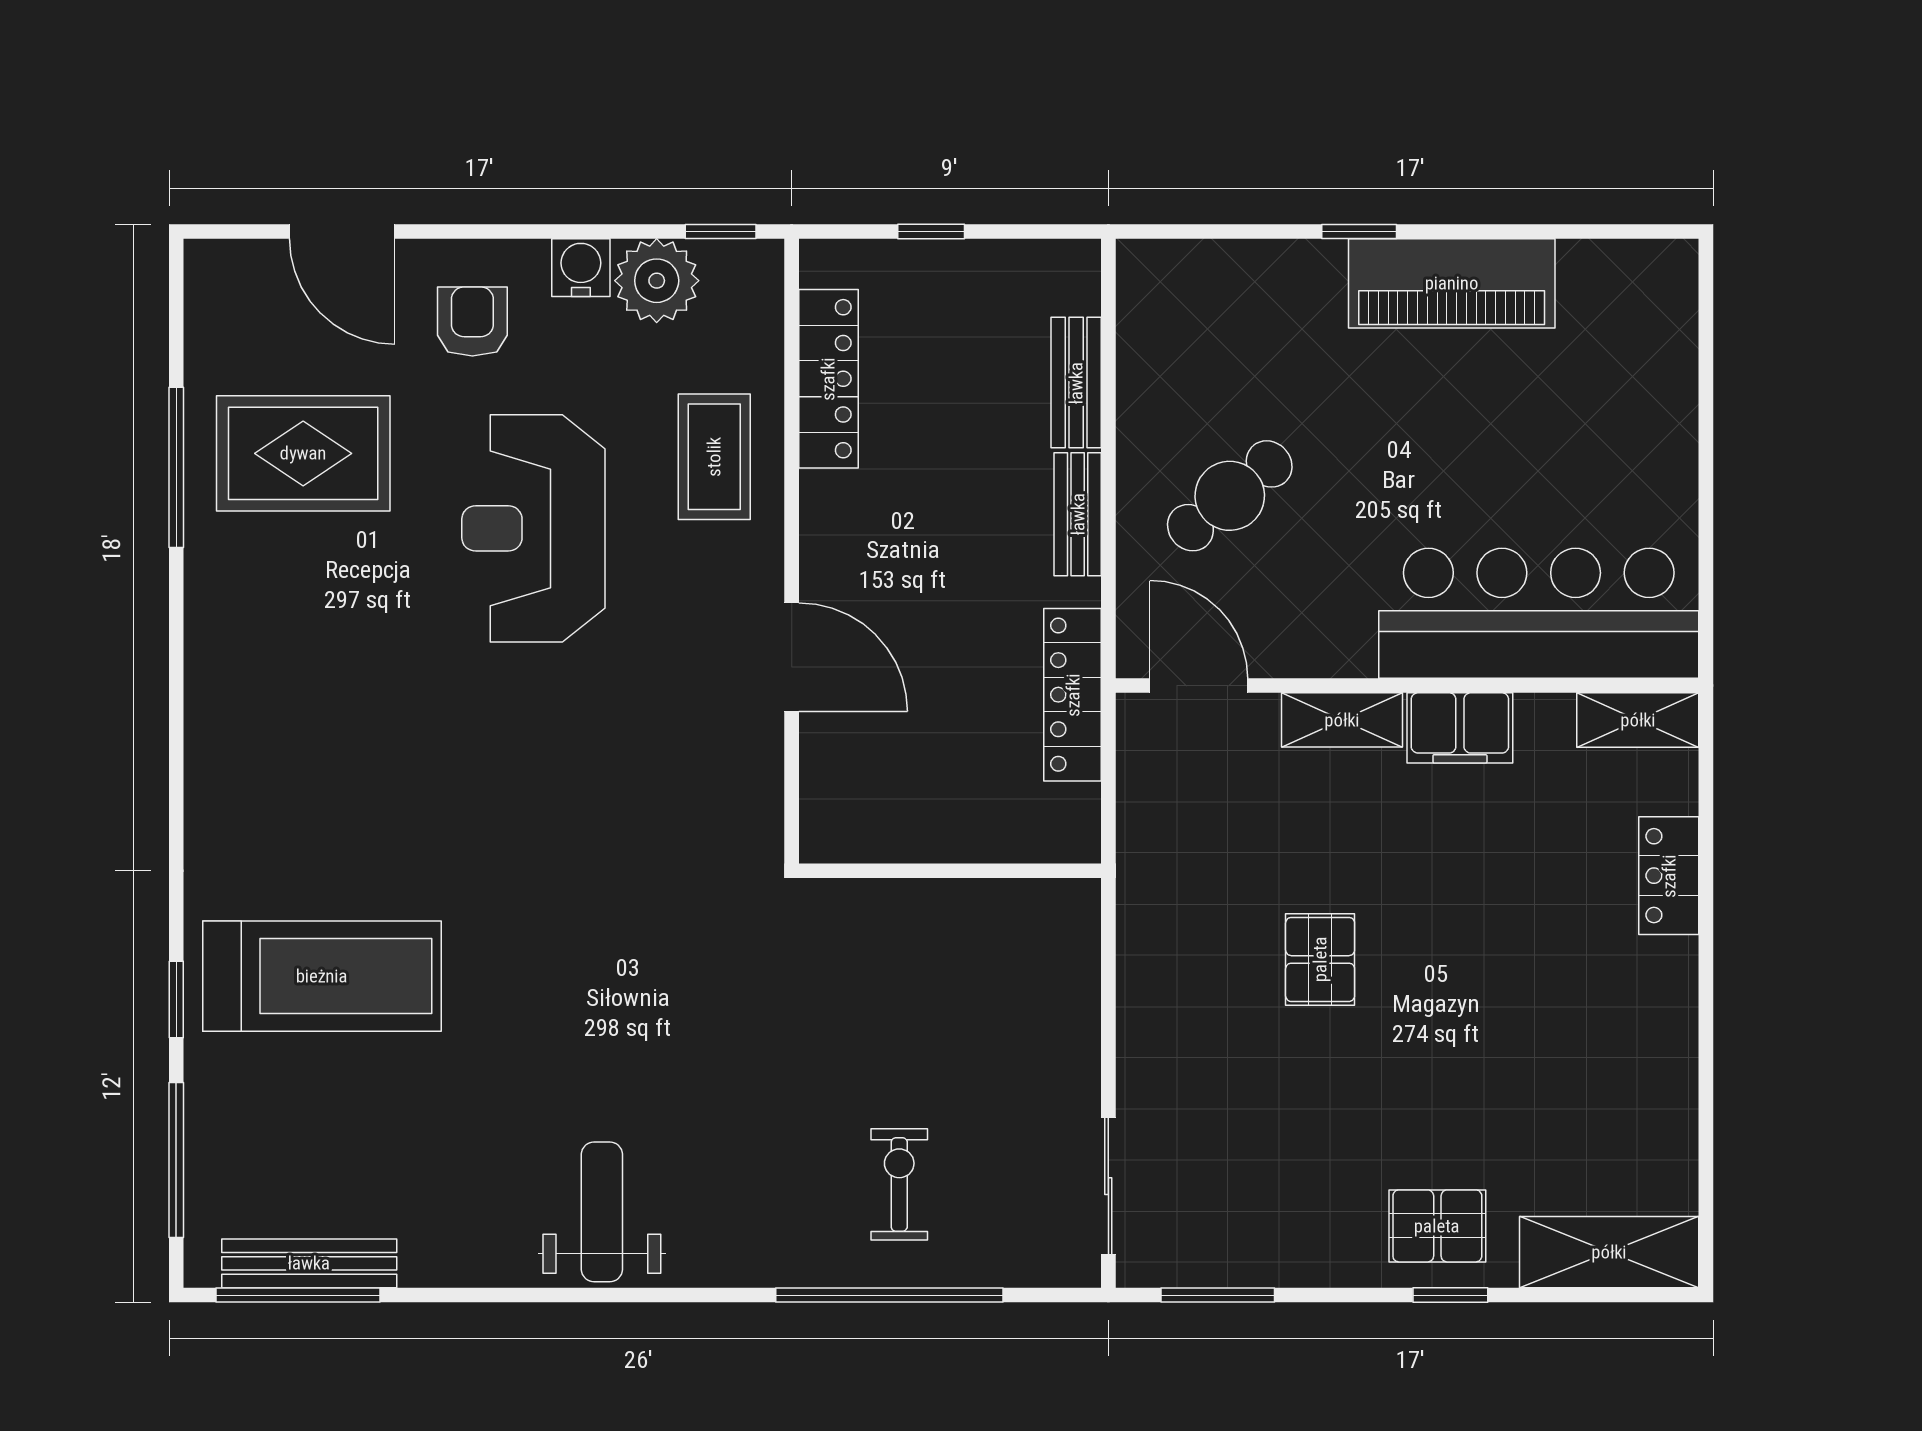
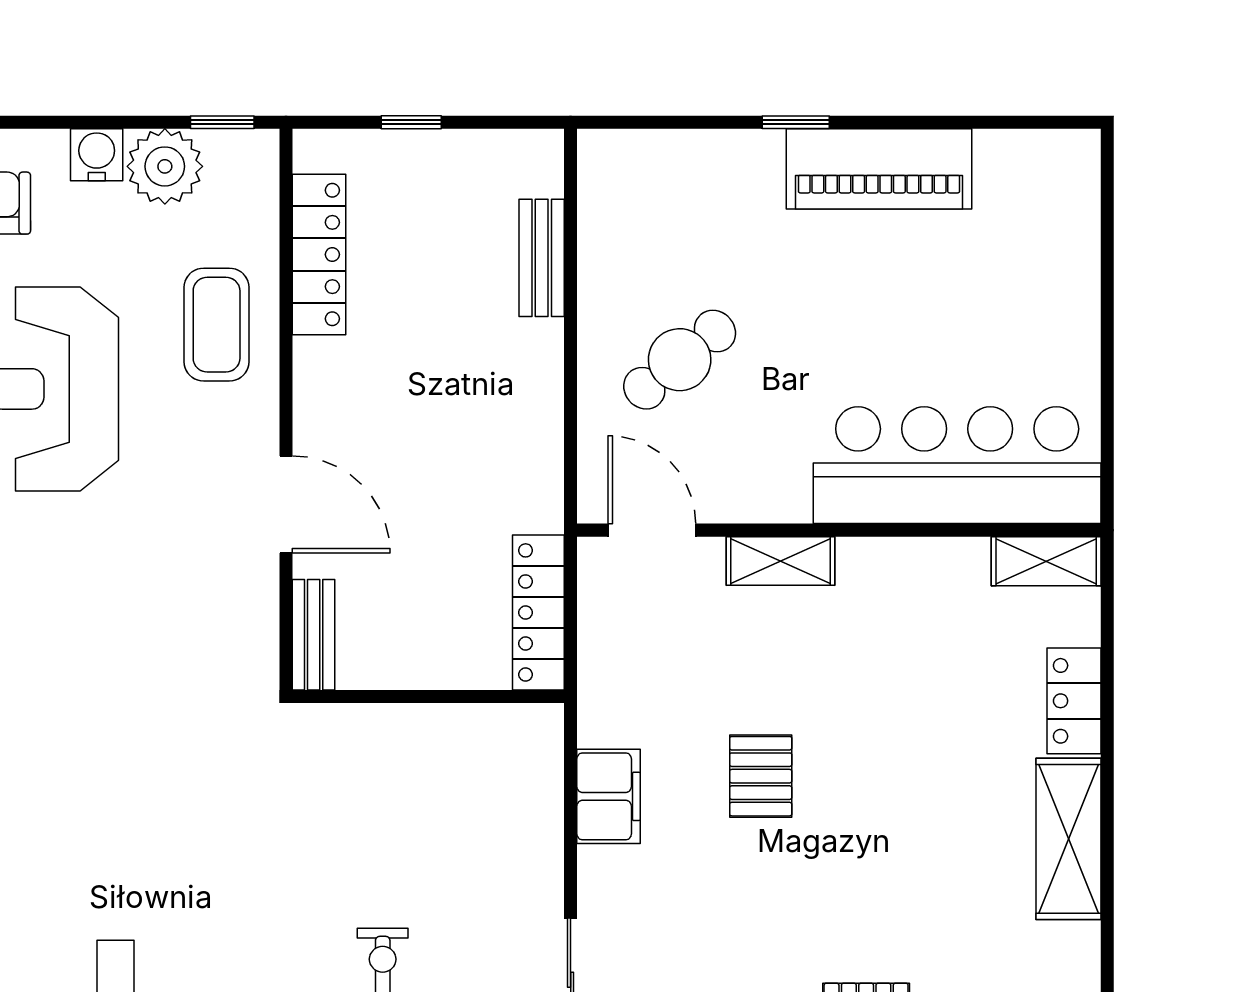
bench: (1078, 514) -> (314, 635), moved
locker: (1073, 695) -> (538, 612), moved
filing cabinet: (1460, 728) -> (609, 796), moved, turned -90
shelving: (1663, 1029) -> (1069, 839), added

